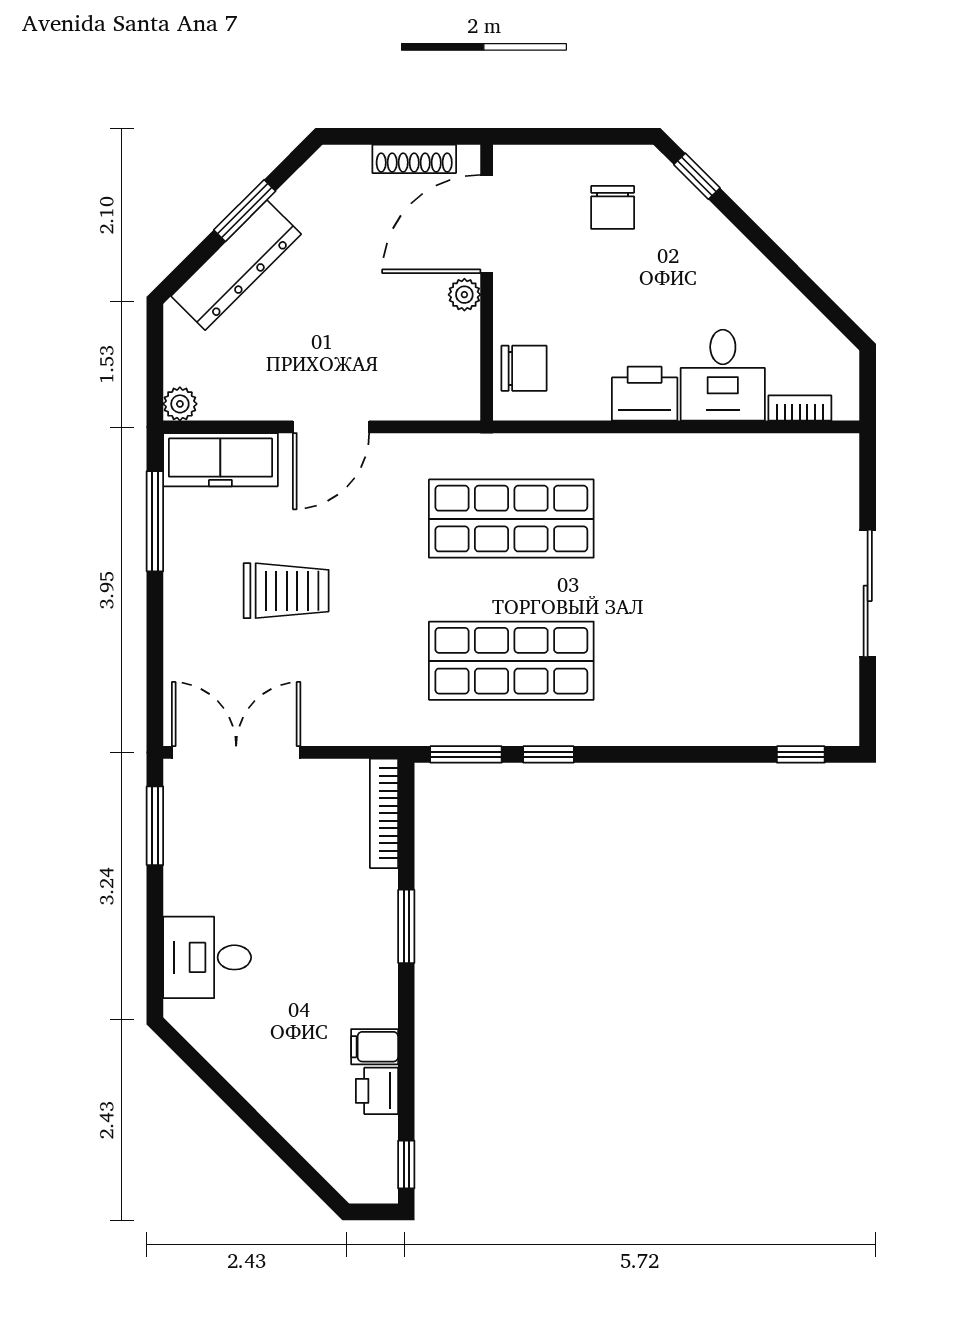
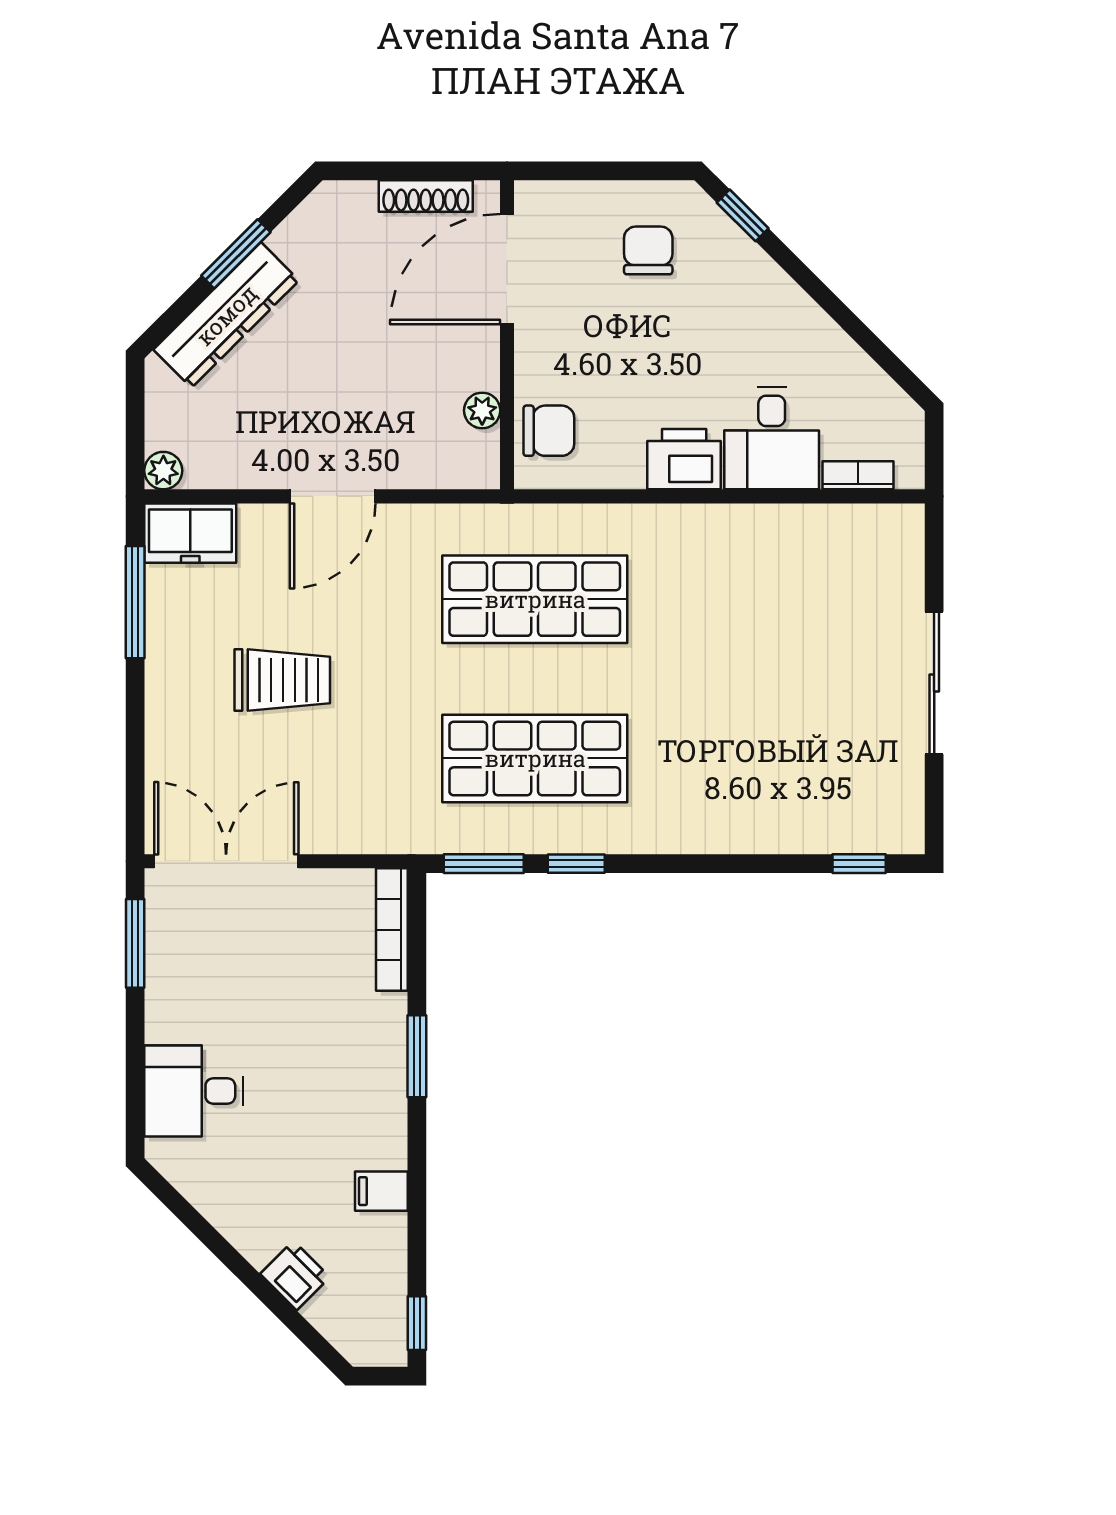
chair: (613, 207) -> (648, 250), turned 180
plant: (464, 295) -> (482, 410), moved
freezer: (220, 460) -> (190, 533), width x0.71
printer: (377, 1091) -> (295, 1275), moved, turned 135

